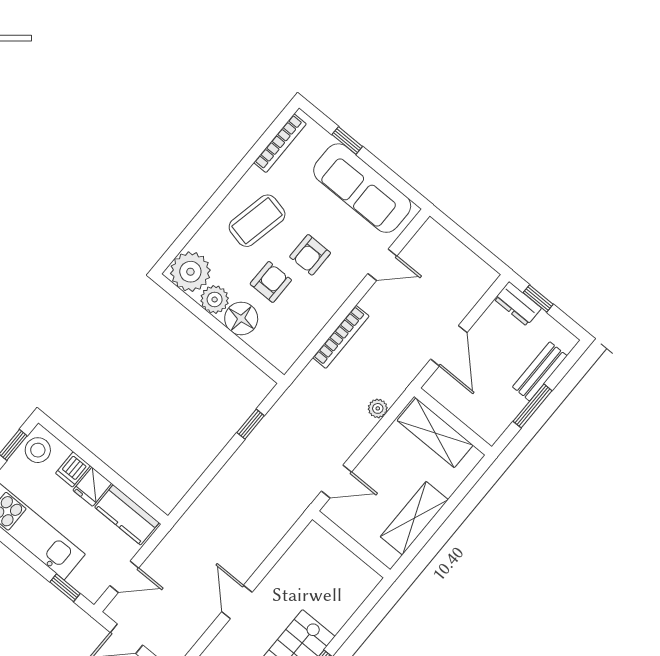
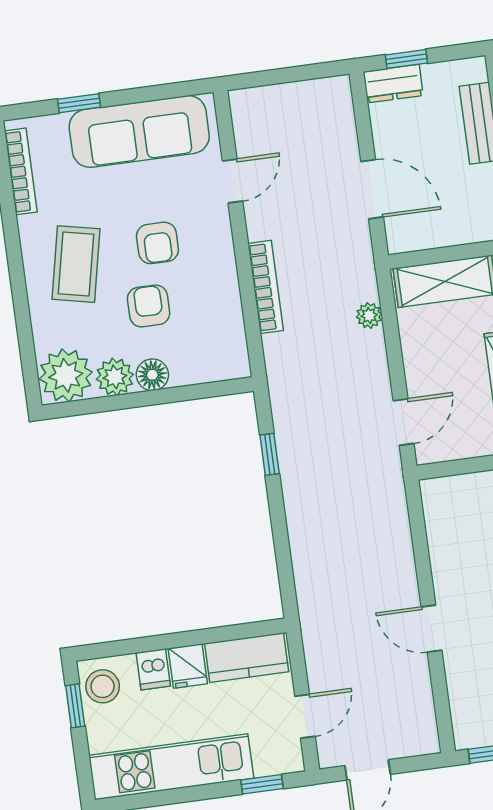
floor lamp: (241, 318) -> (152, 375), width x0.73, depth x0.73

